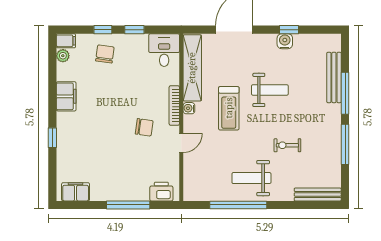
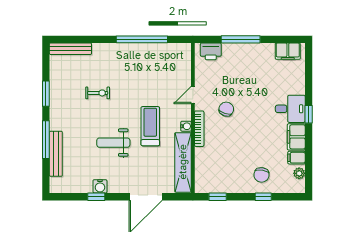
window: (134, 30) -> (218, 197), moved
filing cabinet: (66, 41) -> (296, 158), moved
desk: (164, 50) -> (290, 109), moved, turned -90
chair: (144, 127) -> (226, 109), turned 100
window: (52, 138) -> (309, 114), moved
window: (345, 144) -> (46, 94), width x0.69
weight bench: (251, 178) -> (130, 64), removed

